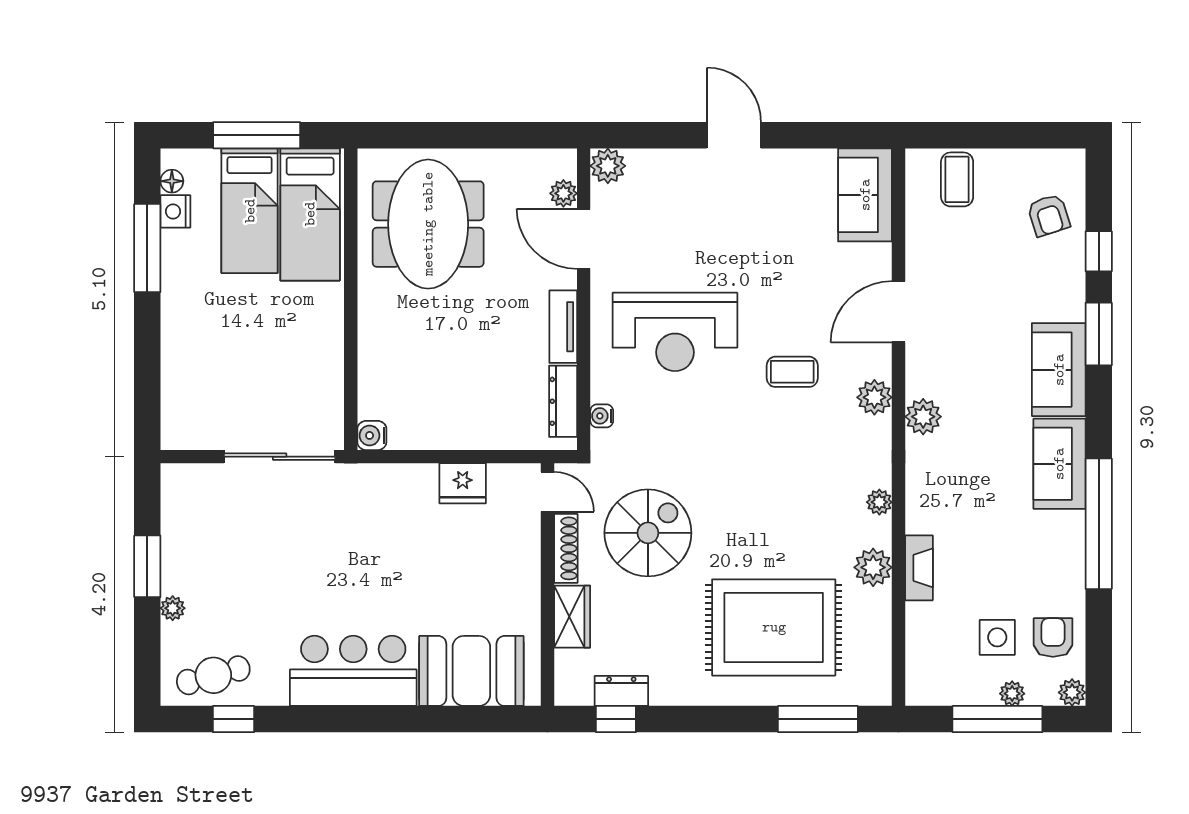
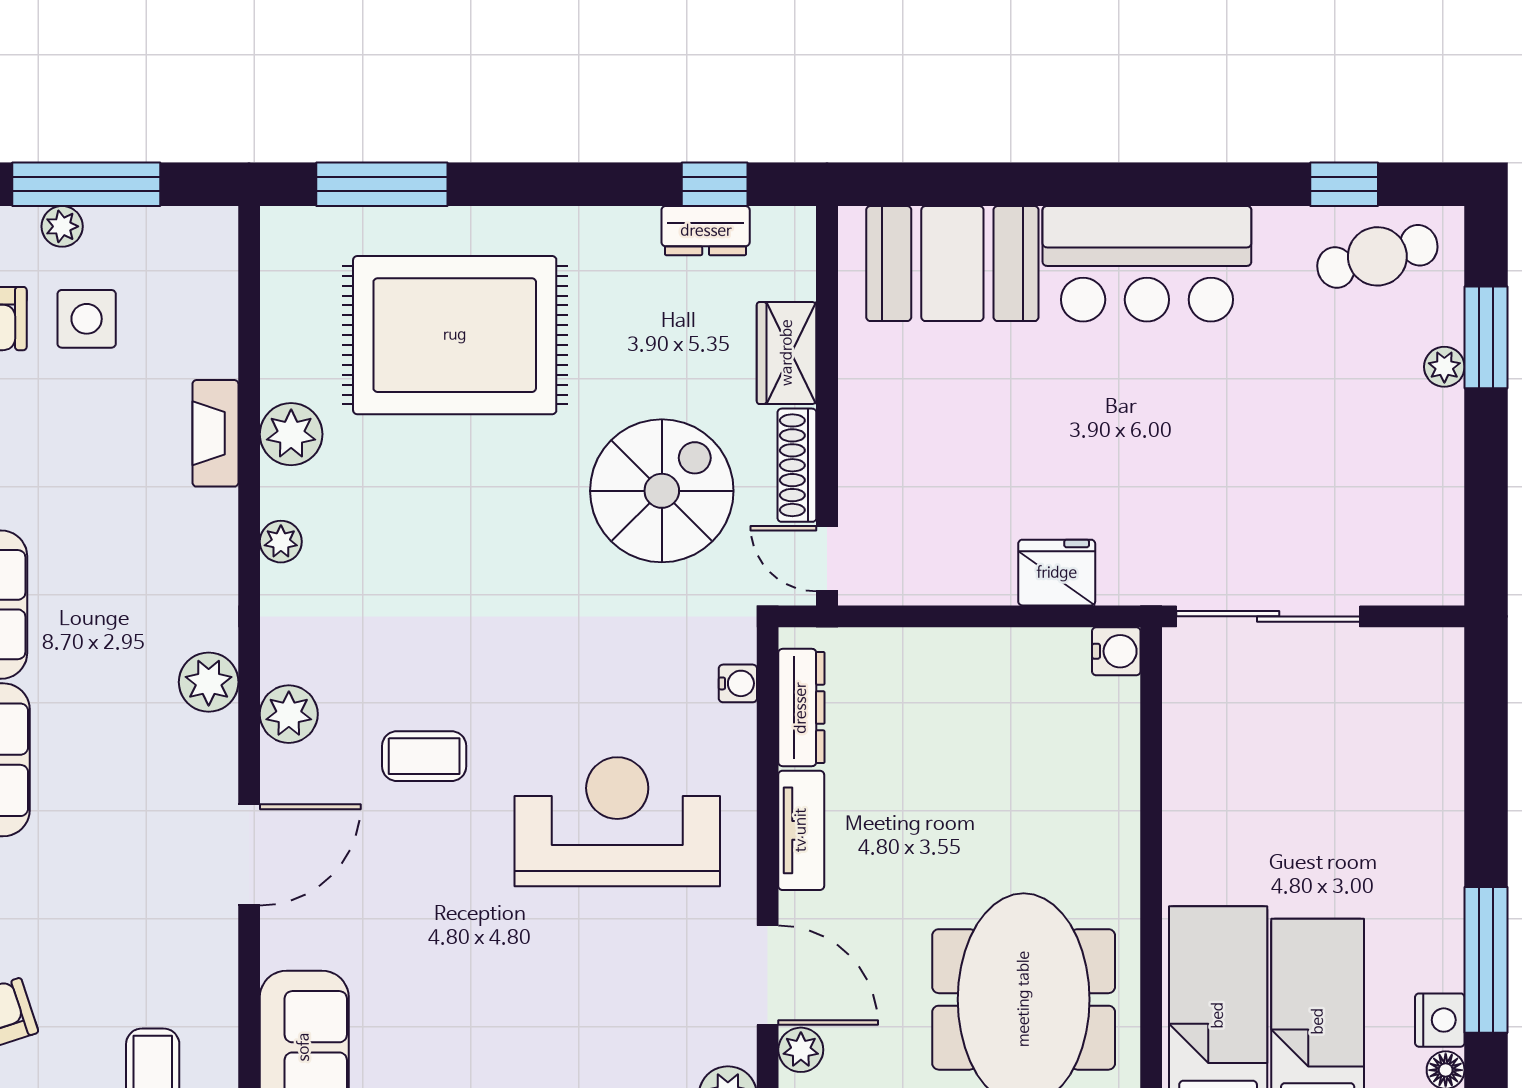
fridge: (463, 483) -> (1057, 573), moved
spiral stairs: (648, 533) -> (662, 491), turned 180
window: (147, 566) -> (1486, 337), moved

